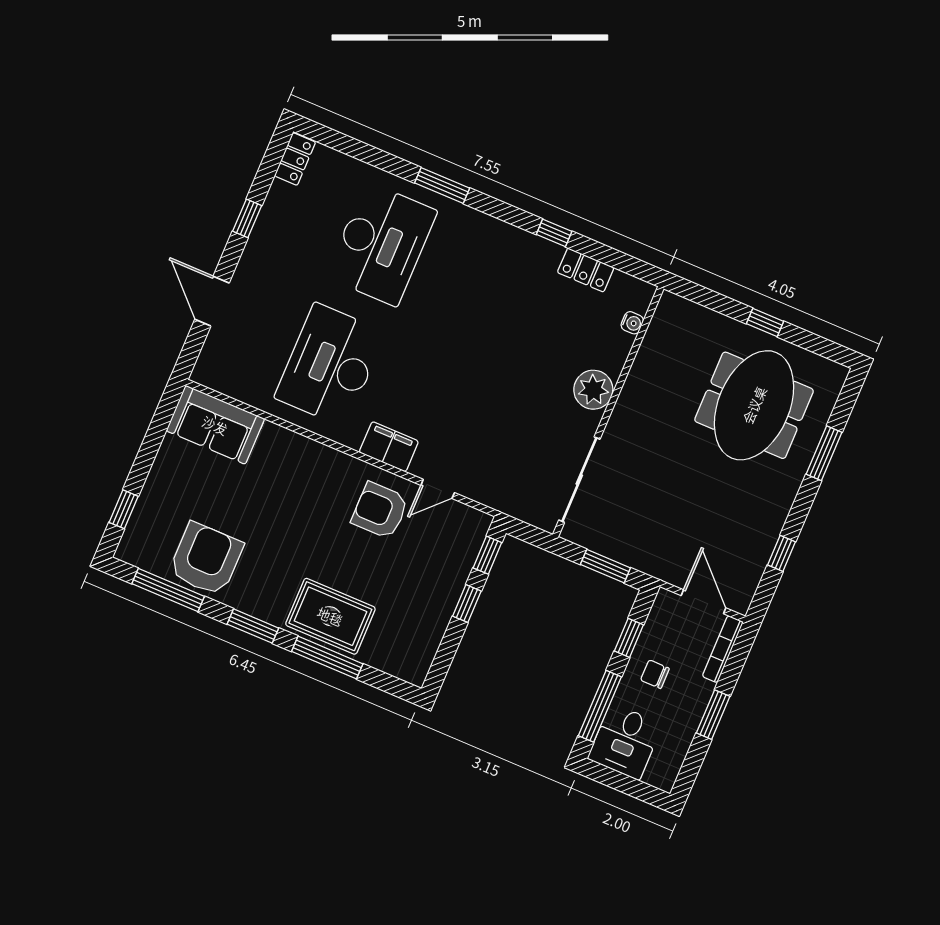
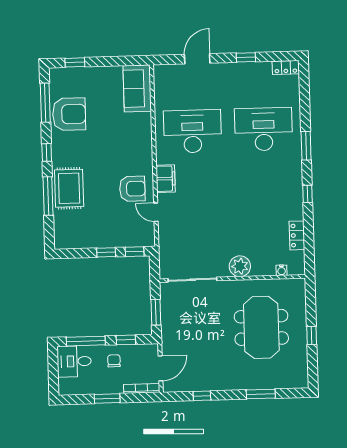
window: (554, 233) -> (307, 194), moved
desk: (381, 244) -> (264, 129), turned 180
meeting table: (754, 405) -> (261, 327), moved, turned 90
armchair: (380, 510) -> (132, 189), turned 90
window: (253, 626) -> (47, 152), width x0.67

